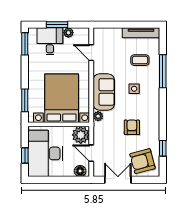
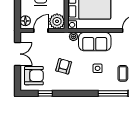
armchair: (132, 127) -> (64, 66), turned -75
armchair: (143, 161) -> (34, 76), turned 105

